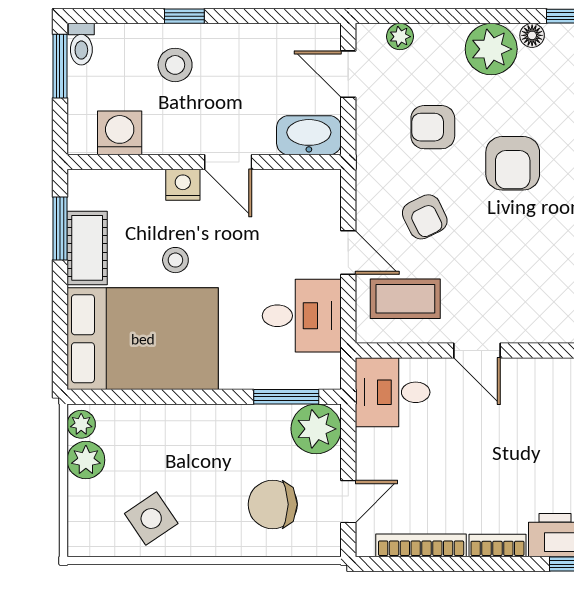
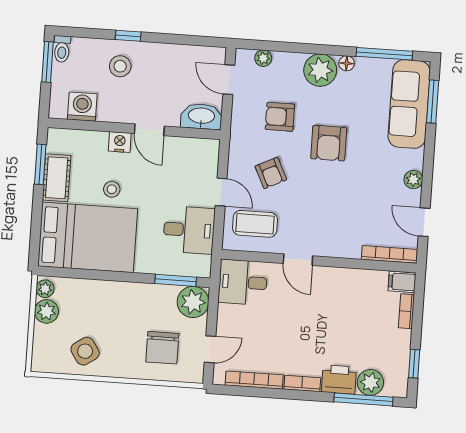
chair: (273, 504) -> (162, 348), turned -90

